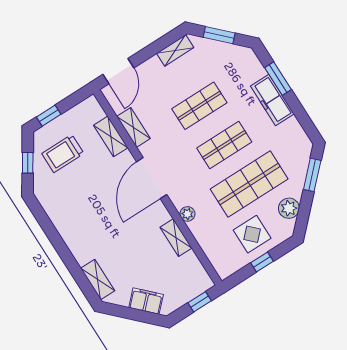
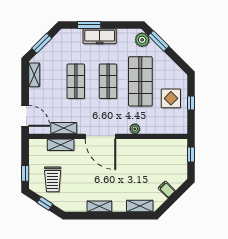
plant: (289, 208) -> (142, 40), moved
shelving: (176, 238) -> (99, 206), moved
filing cabinet: (146, 301) -> (167, 189), width x0.50

